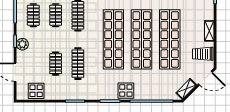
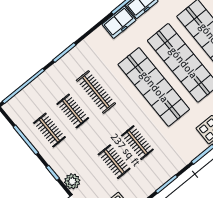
plant: (22, 44) -> (72, 181), moved
clothes rail: (78, 64) -> (137, 143), width x0.73

